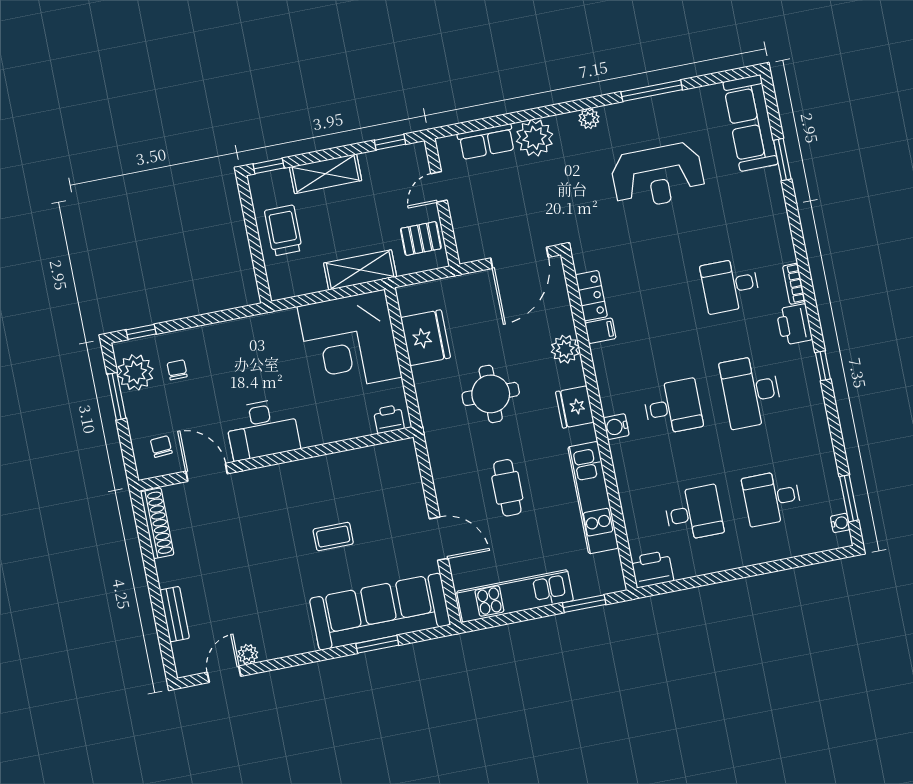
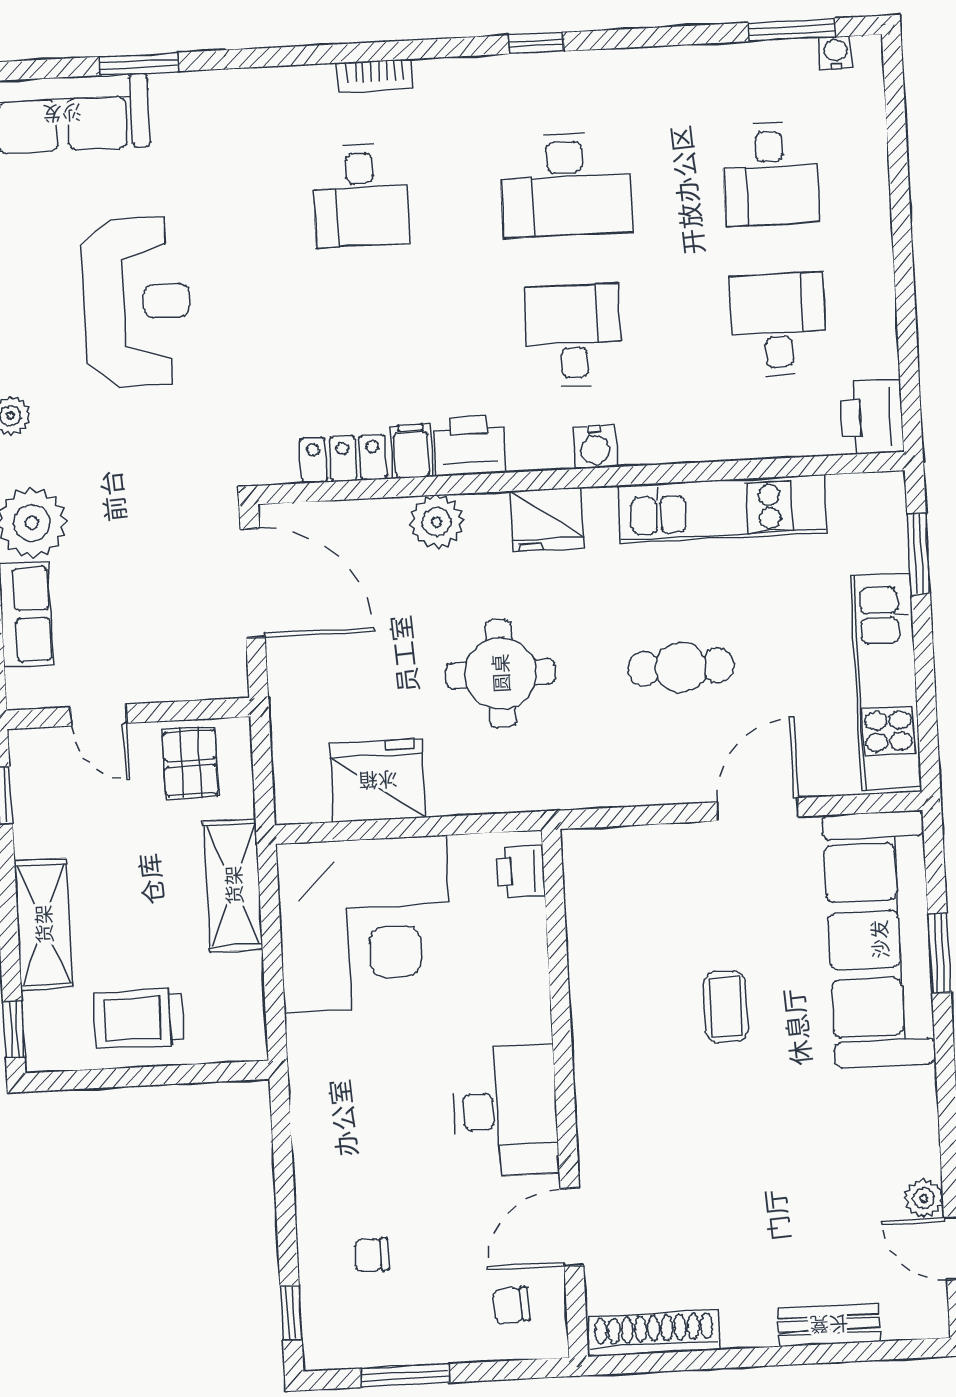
printer: (794, 324) -> (470, 446), moved, turned 180
plant: (135, 372) -> (365, 1334), removed

